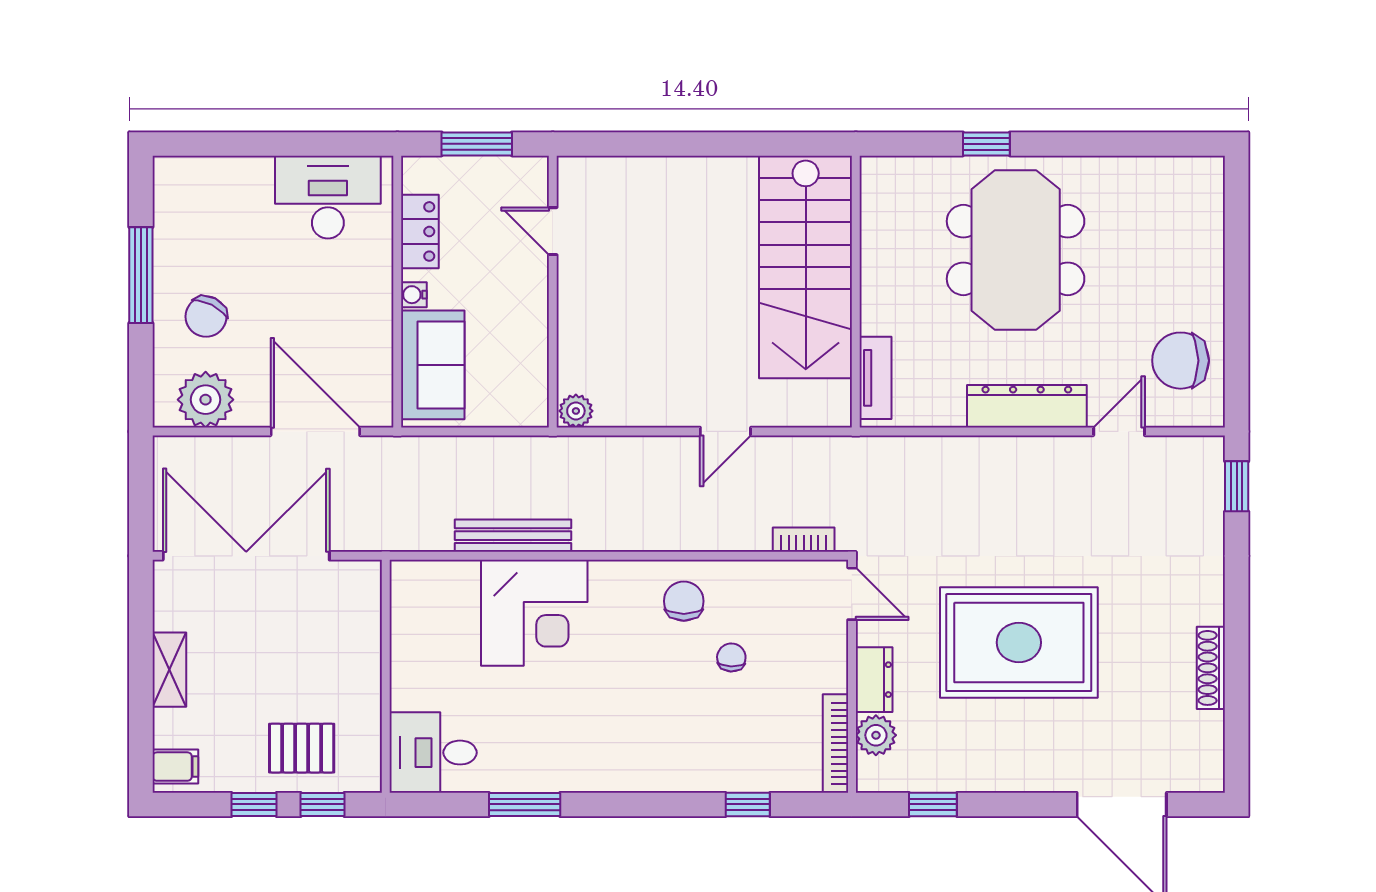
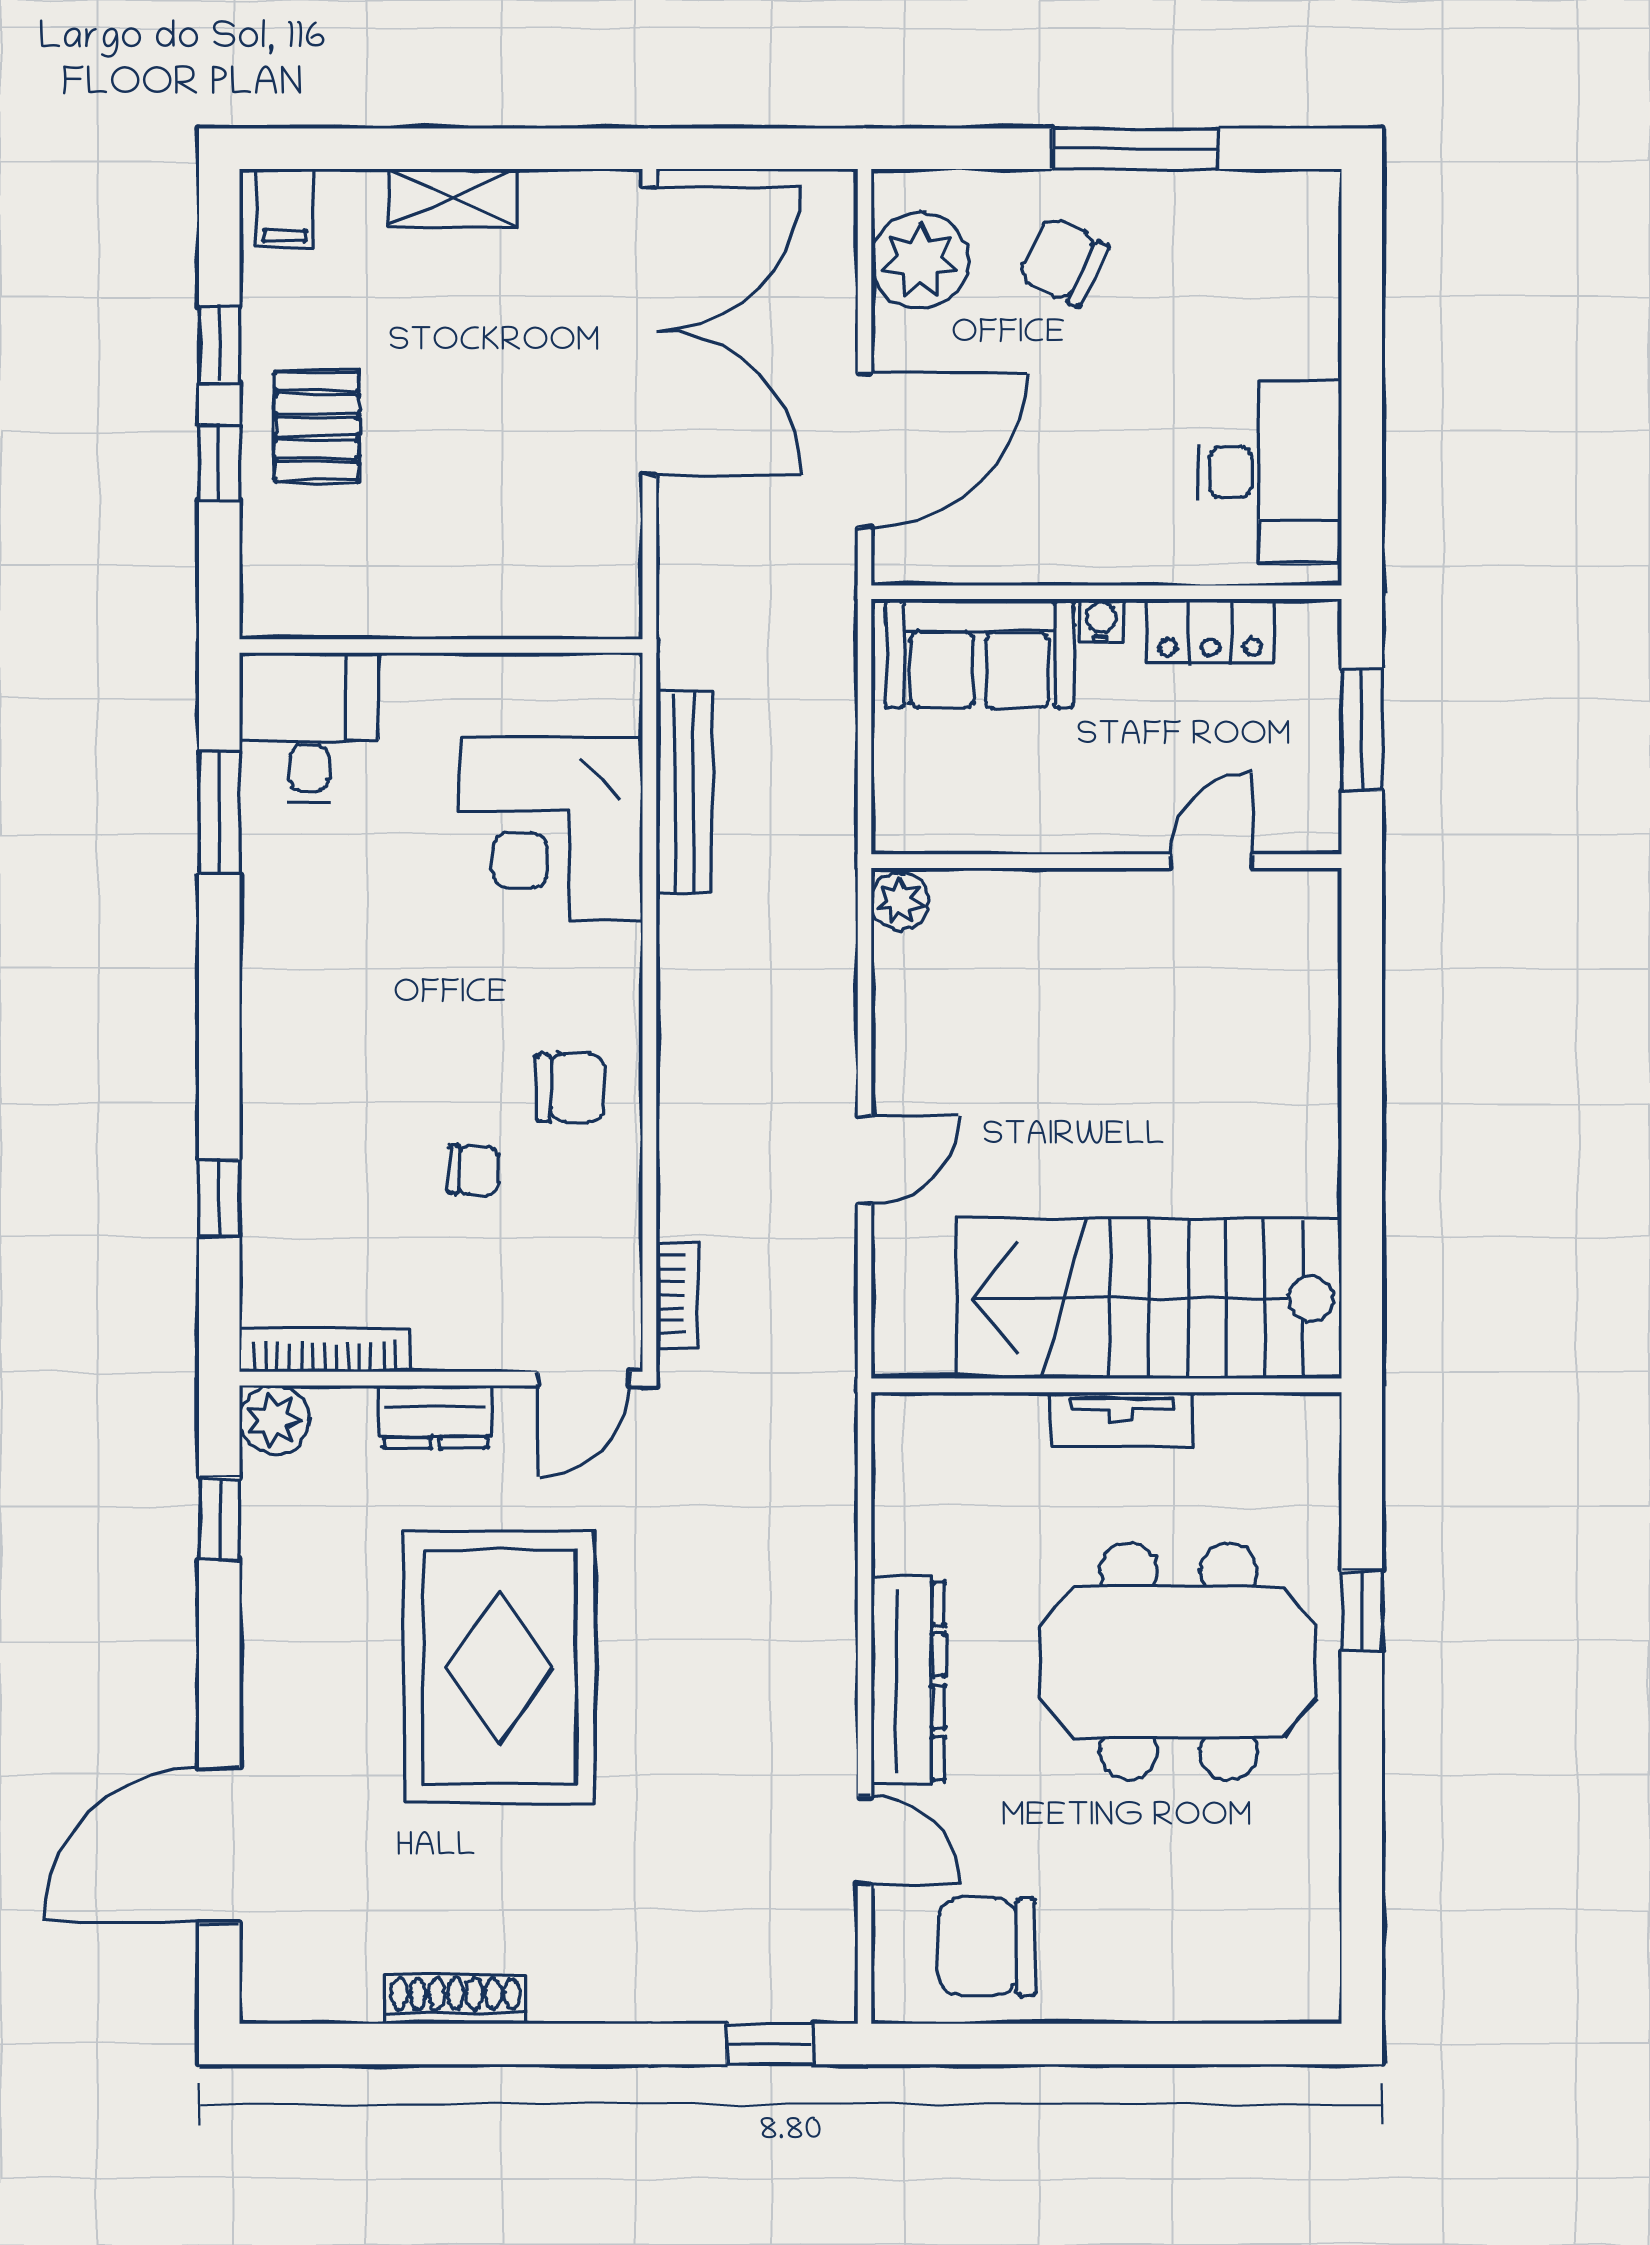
chair: (1181, 361) -> (987, 1947), turned -90
tv unit: (876, 378) -> (1122, 1419), moved
door: (725, 431) -> (864, 1160), swing flipped
wall: (386, 676) -> (441, 646), moved
plant: (876, 735) -> (274, 1420), moved
desk: (433, 753) -> (309, 728), moved

